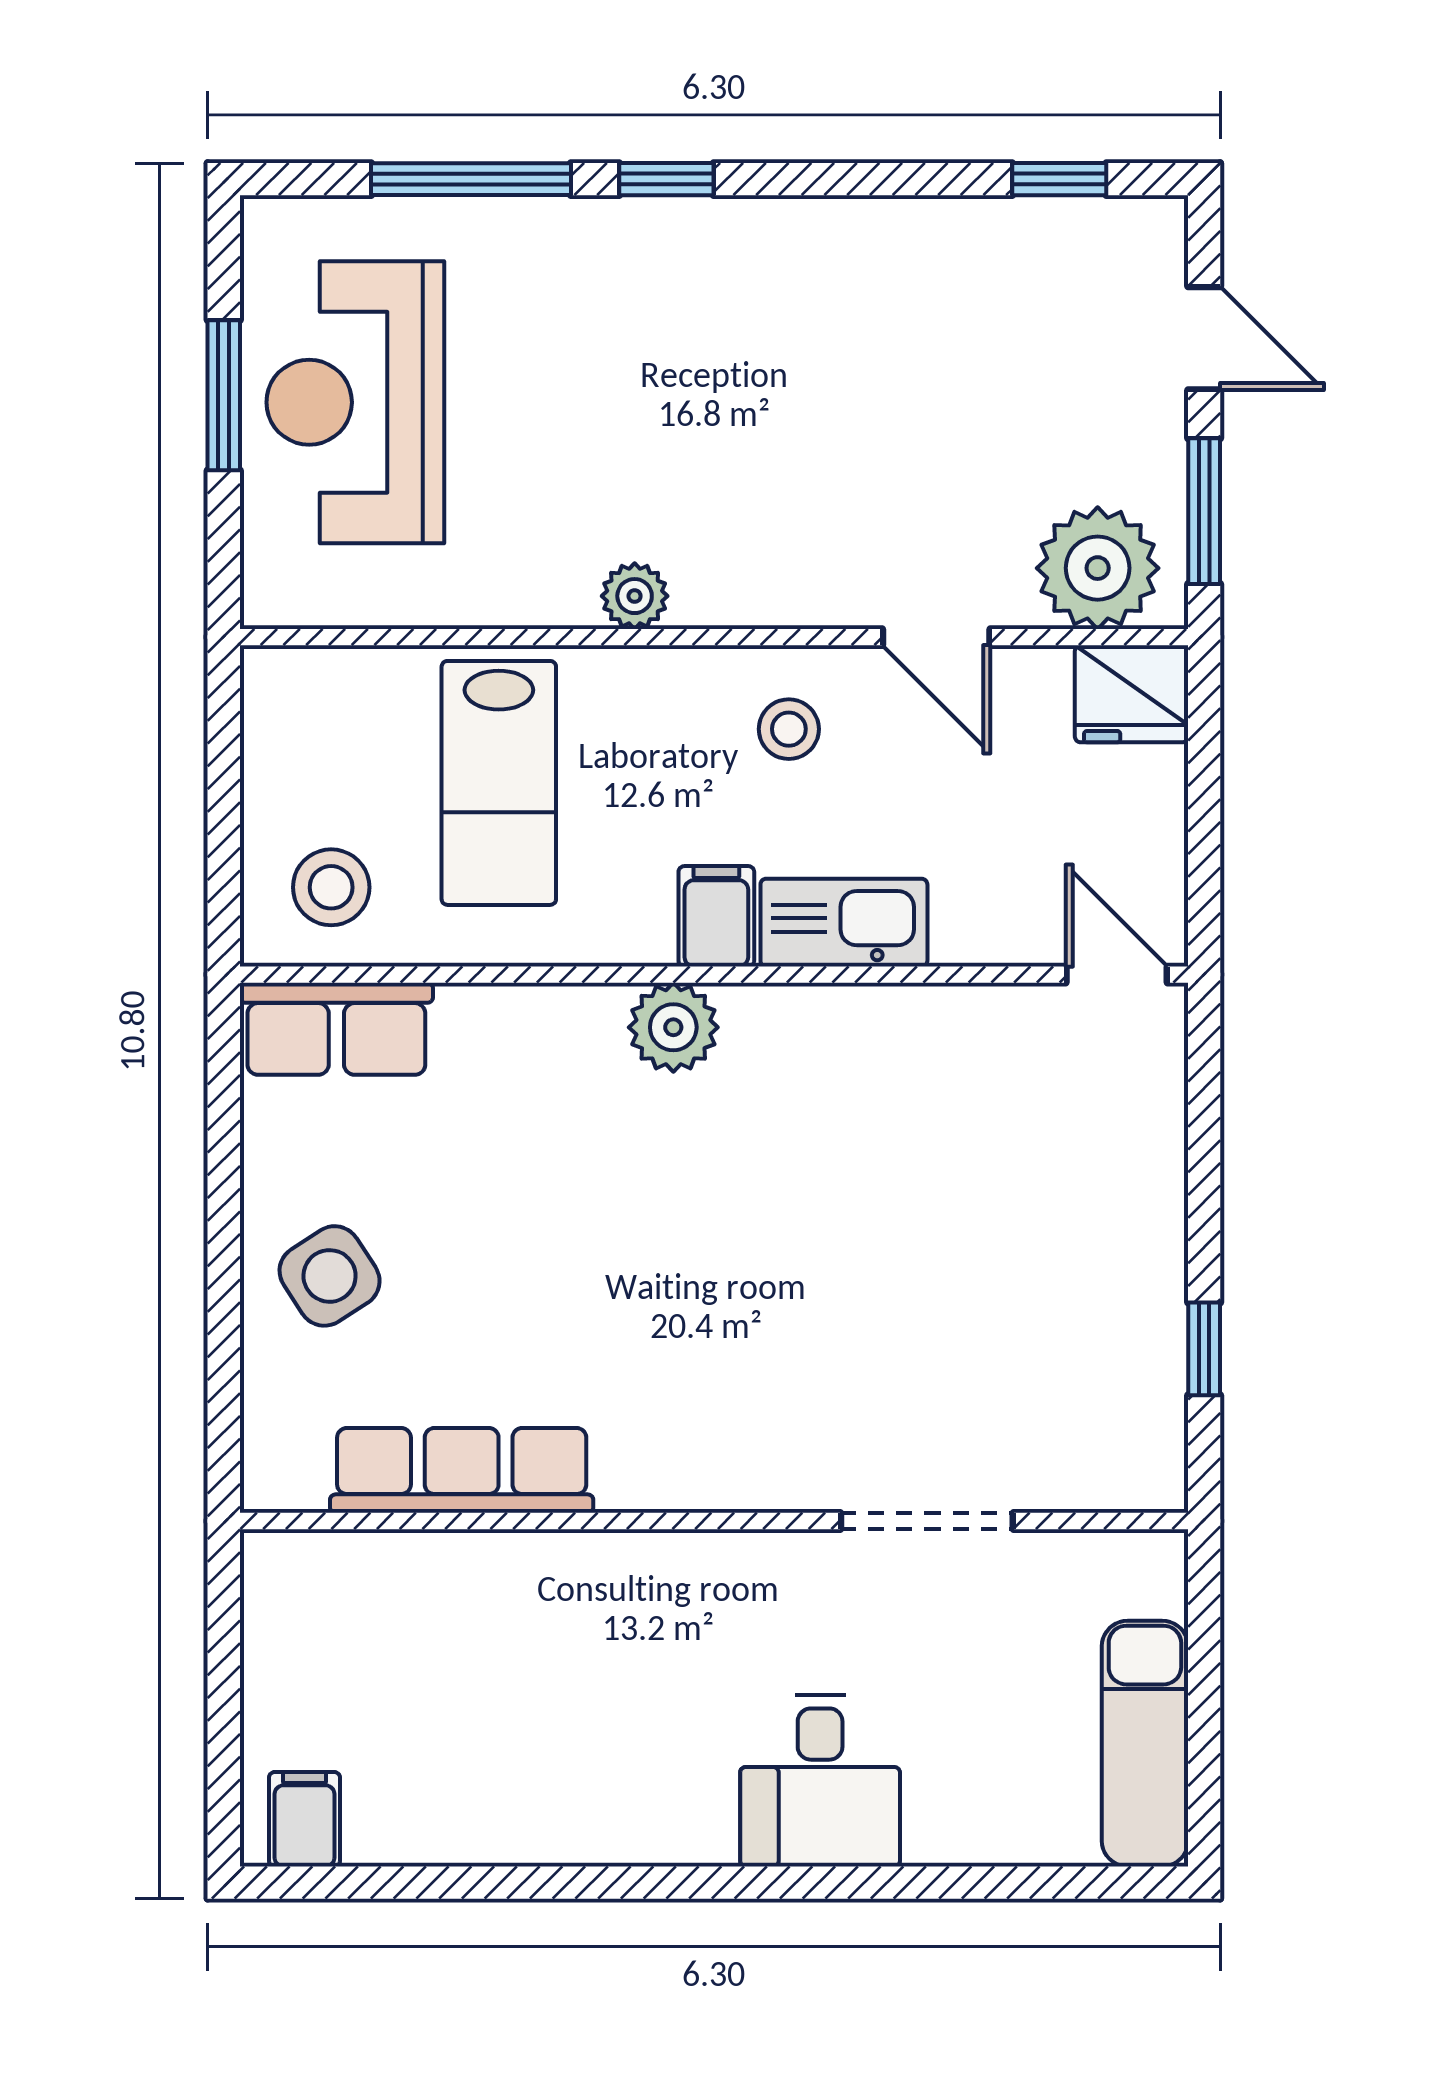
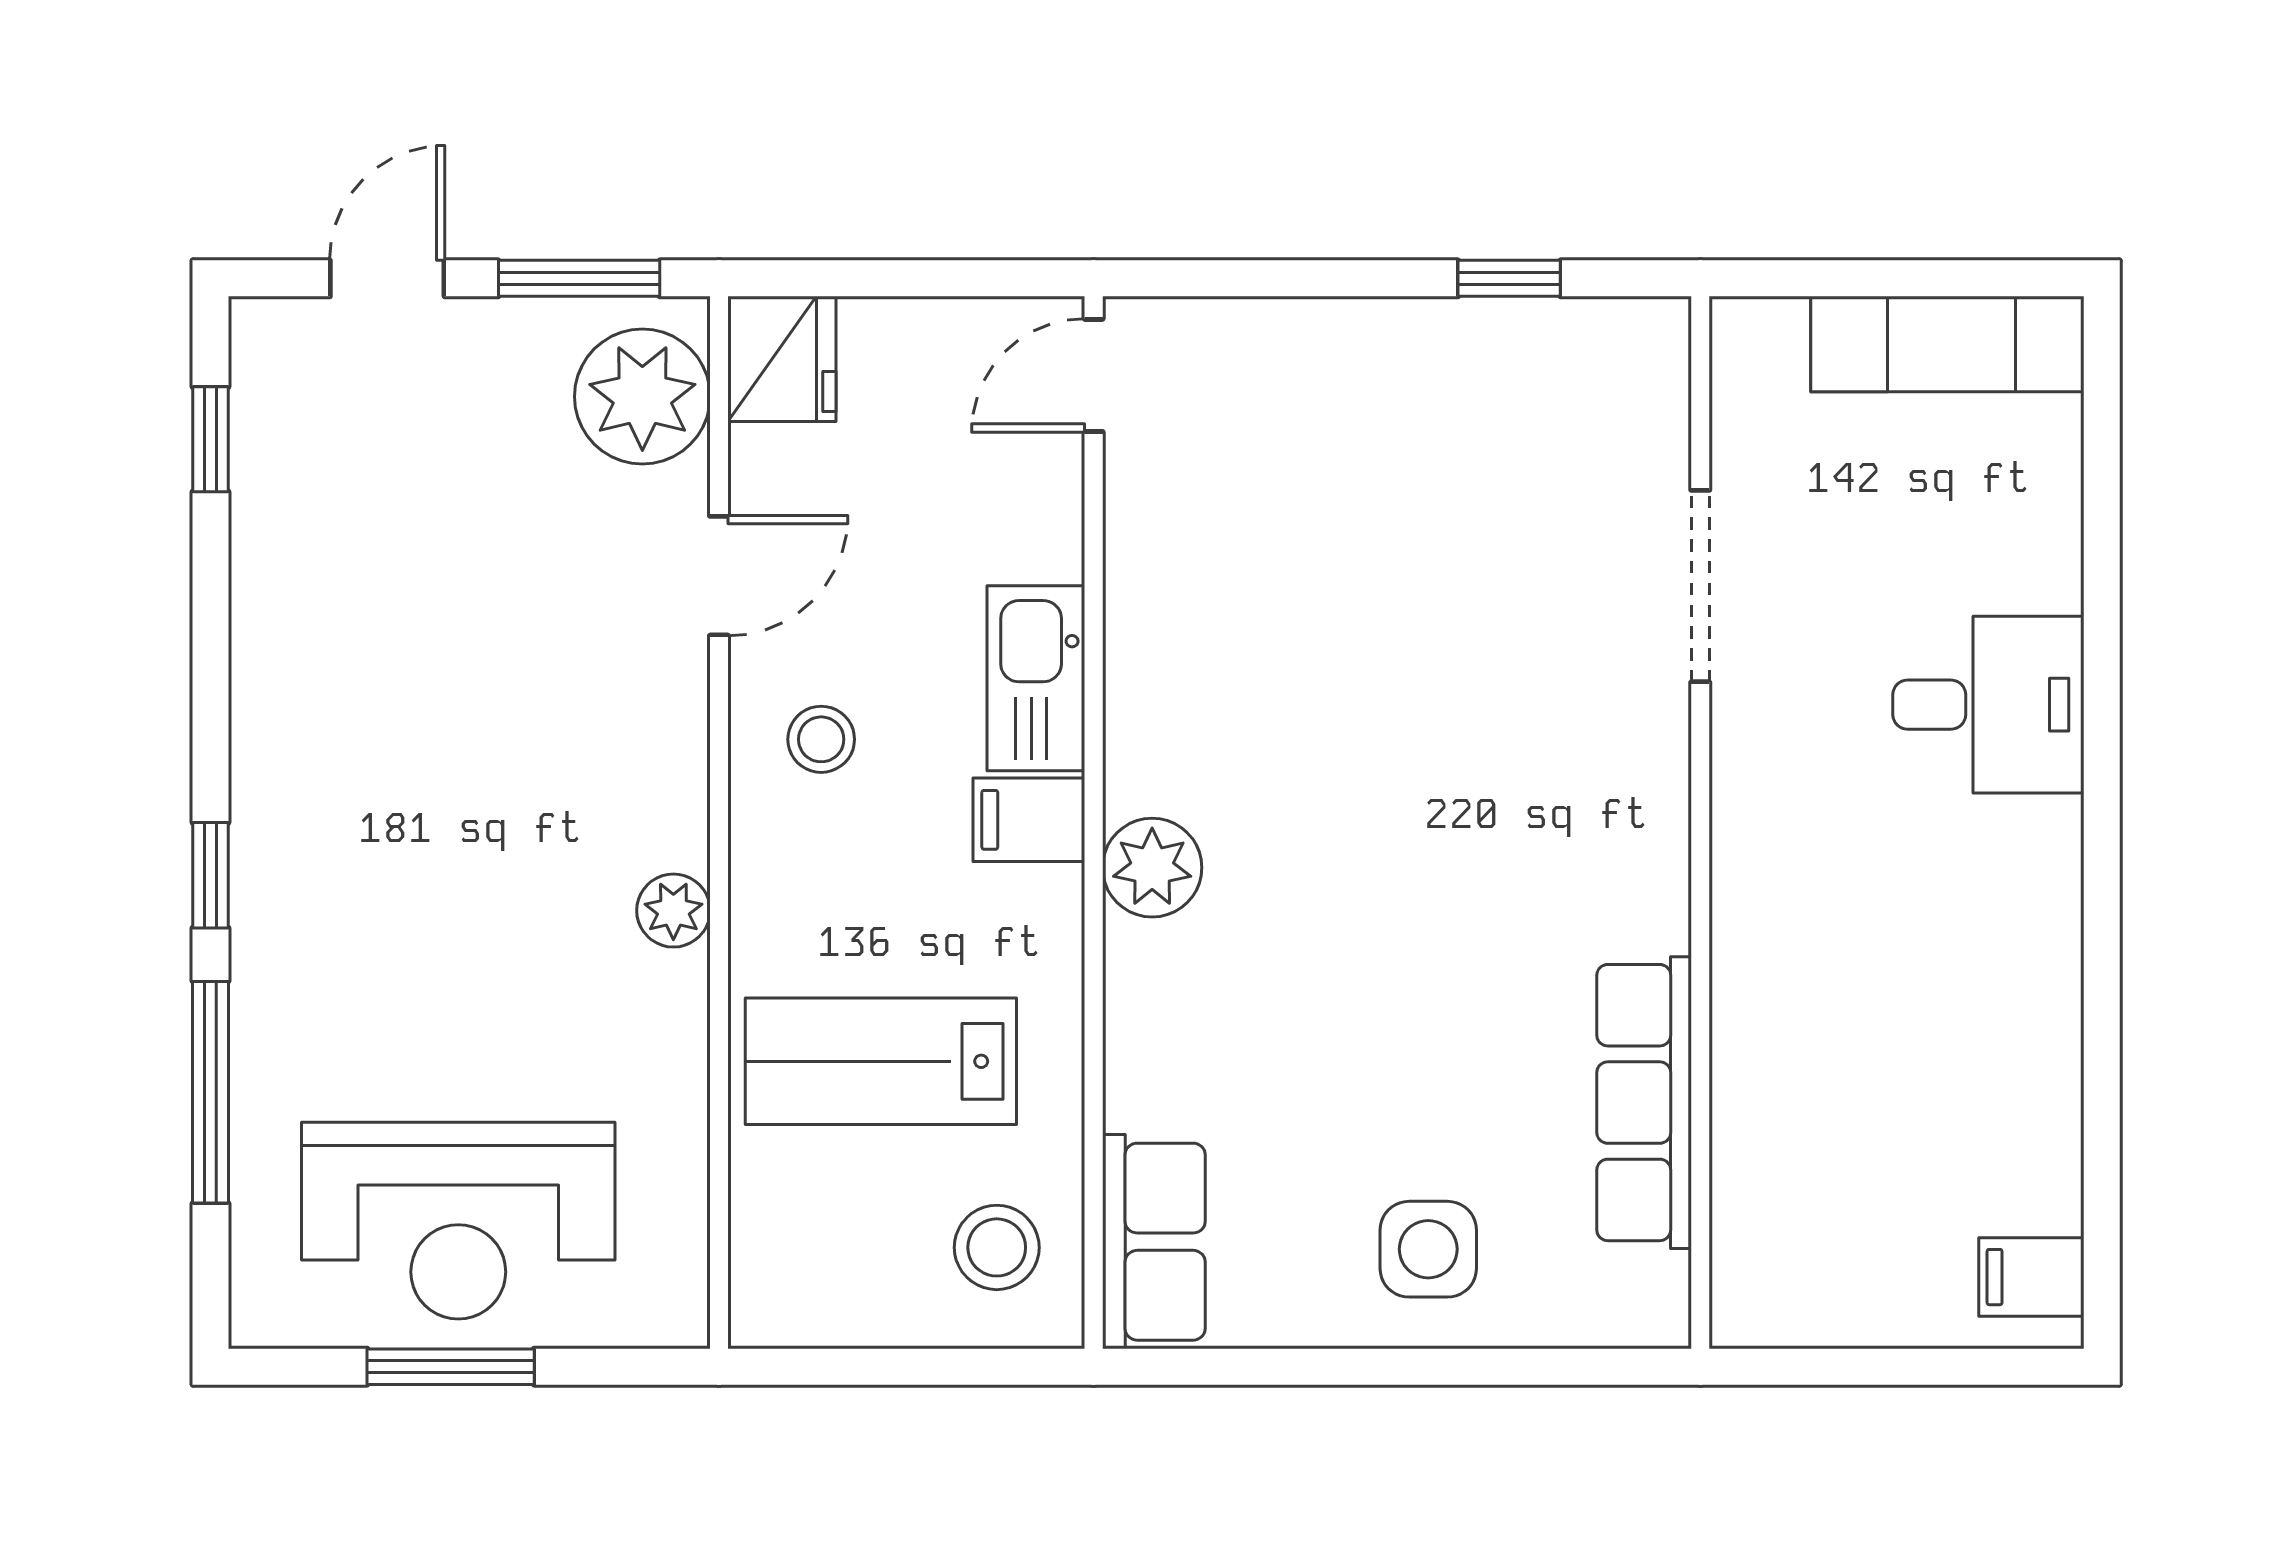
lab bench: (499, 783) -> (881, 1061), turned 180
side table: (330, 1276) -> (1428, 1249), turned 33

